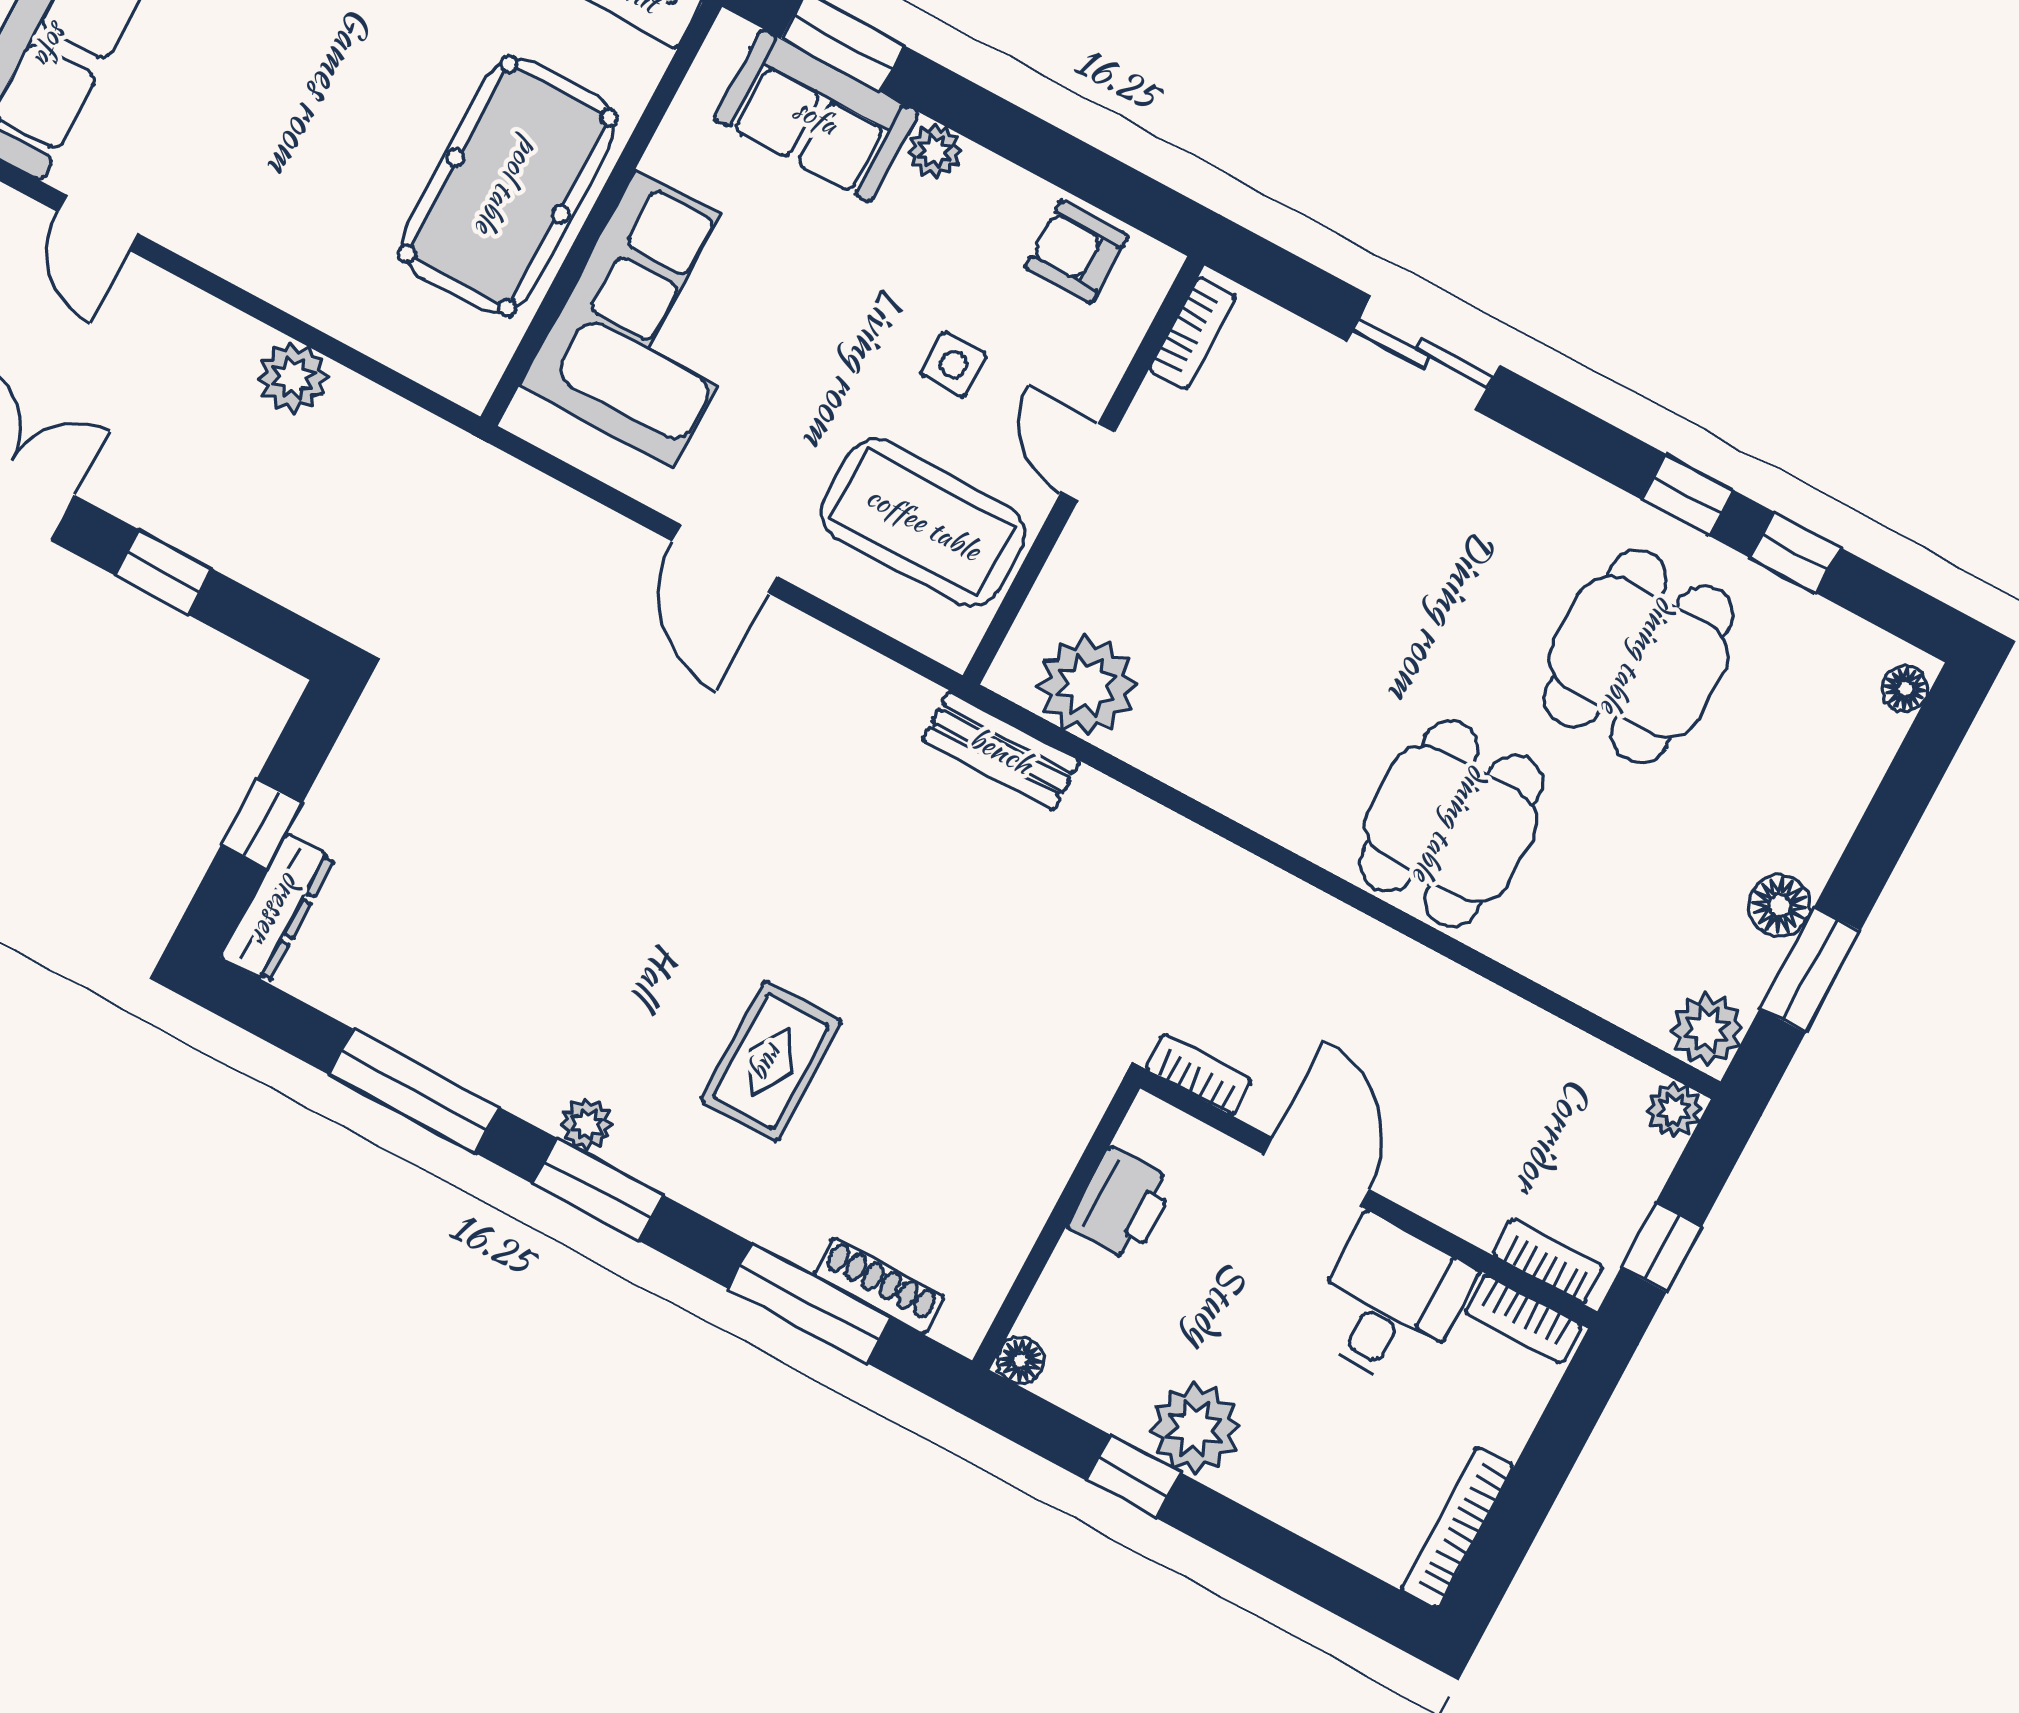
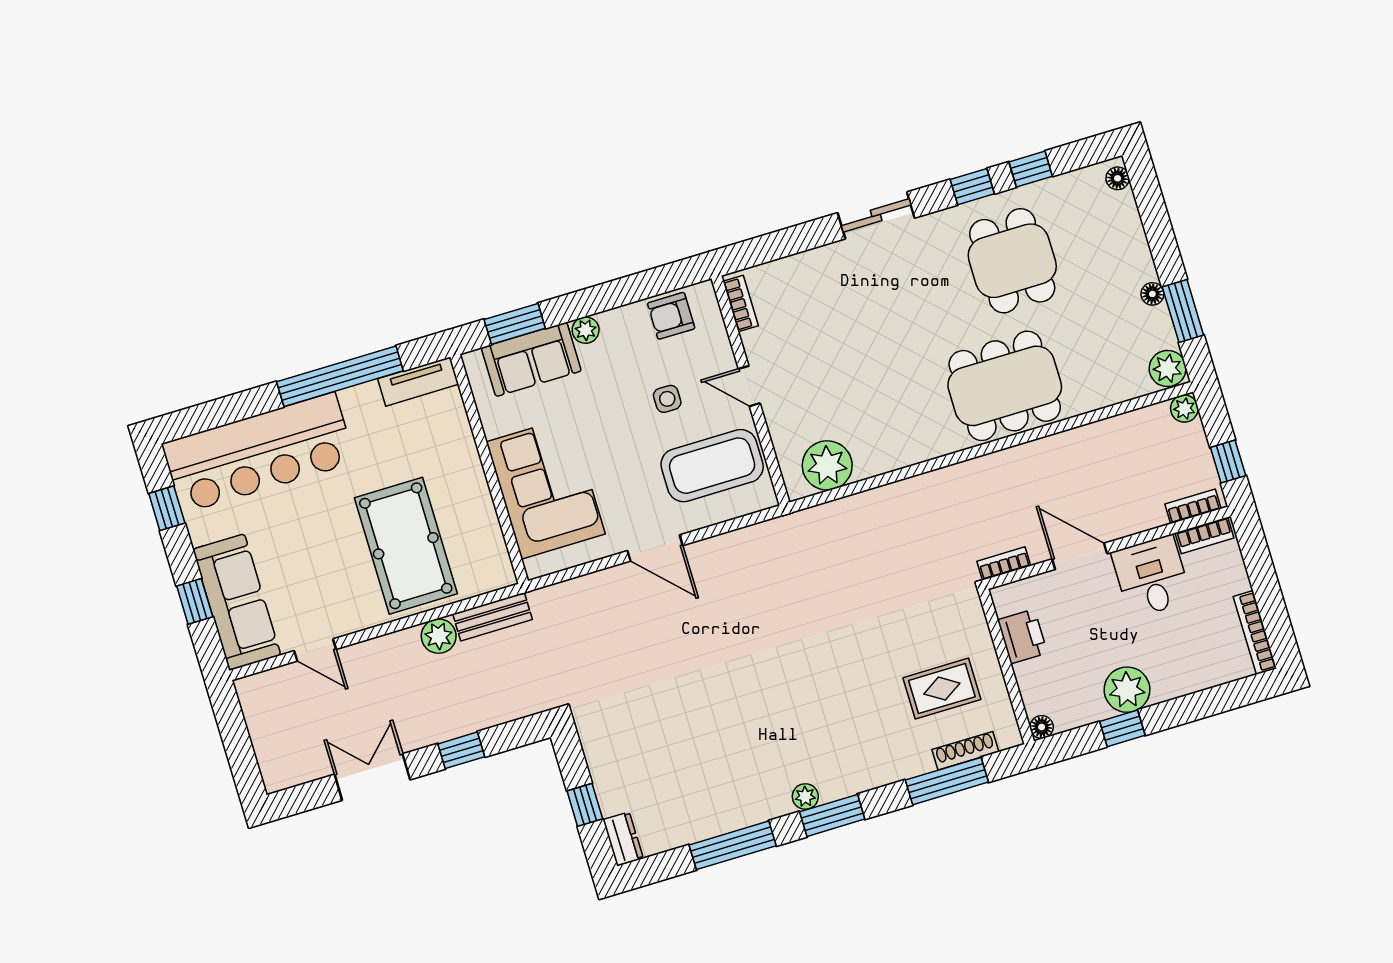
pool table: (508, 186) -> (406, 546), moved
sliding door: (1423, 353) -> (876, 215), moved
bench: (1001, 751) -> (493, 617), moved
dining table: (1451, 824) -> (1005, 386), width x1.38
floor lamp: (1780, 905) -> (1152, 294), width x0.73, depth x0.73
dresser: (278, 908) -> (623, 839), width x0.70
rug: (771, 1061) -> (942, 689), moved, turned 90

